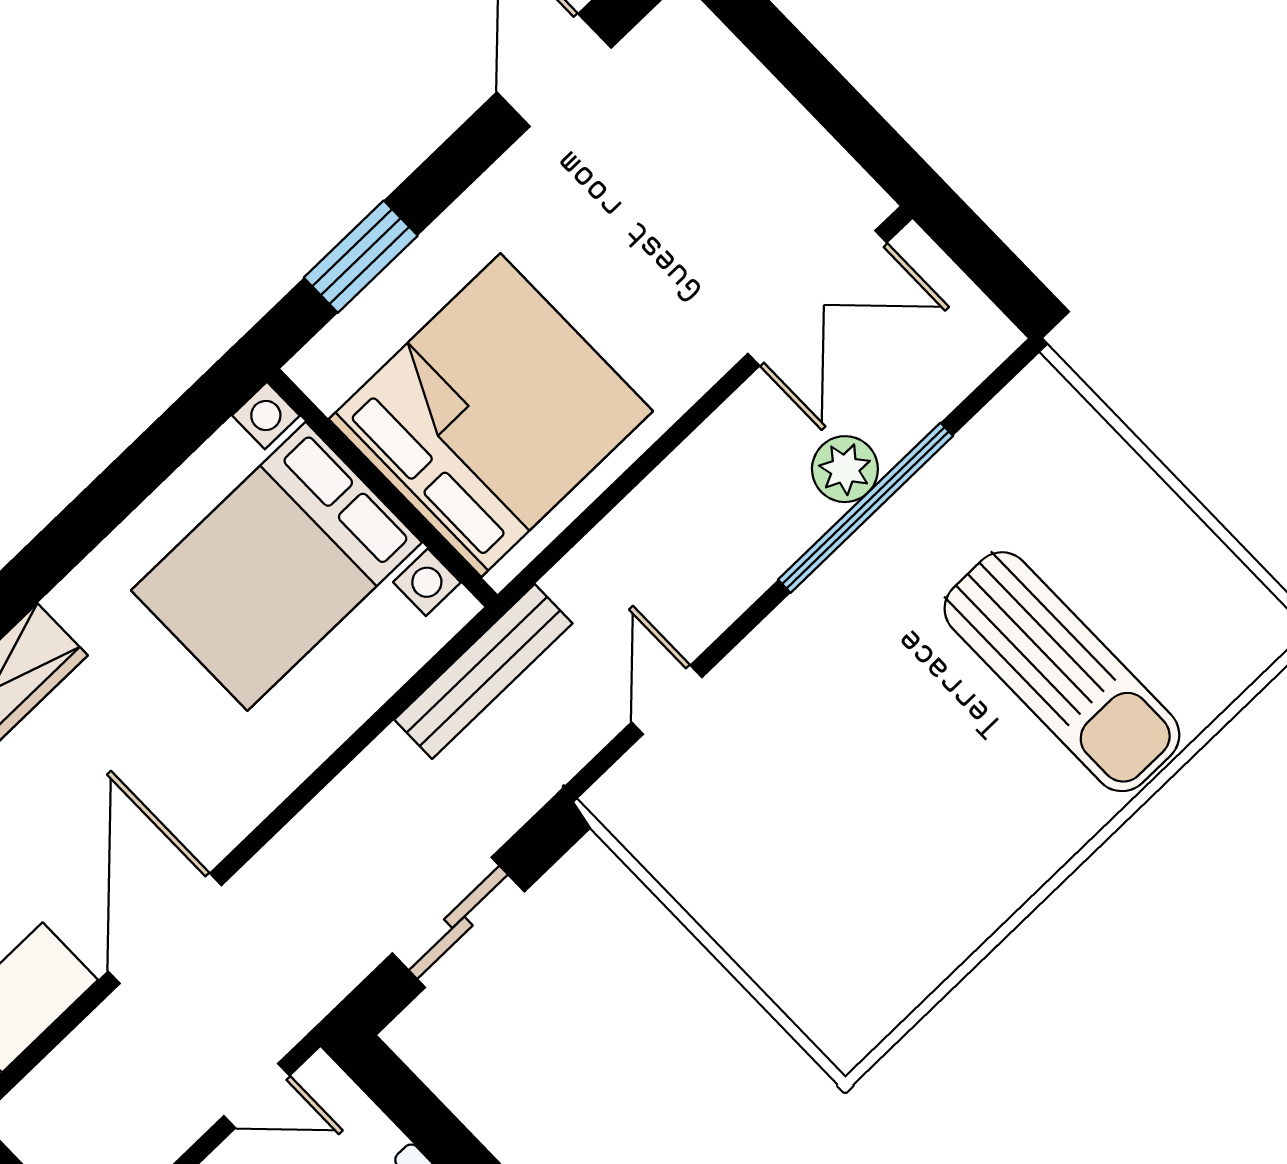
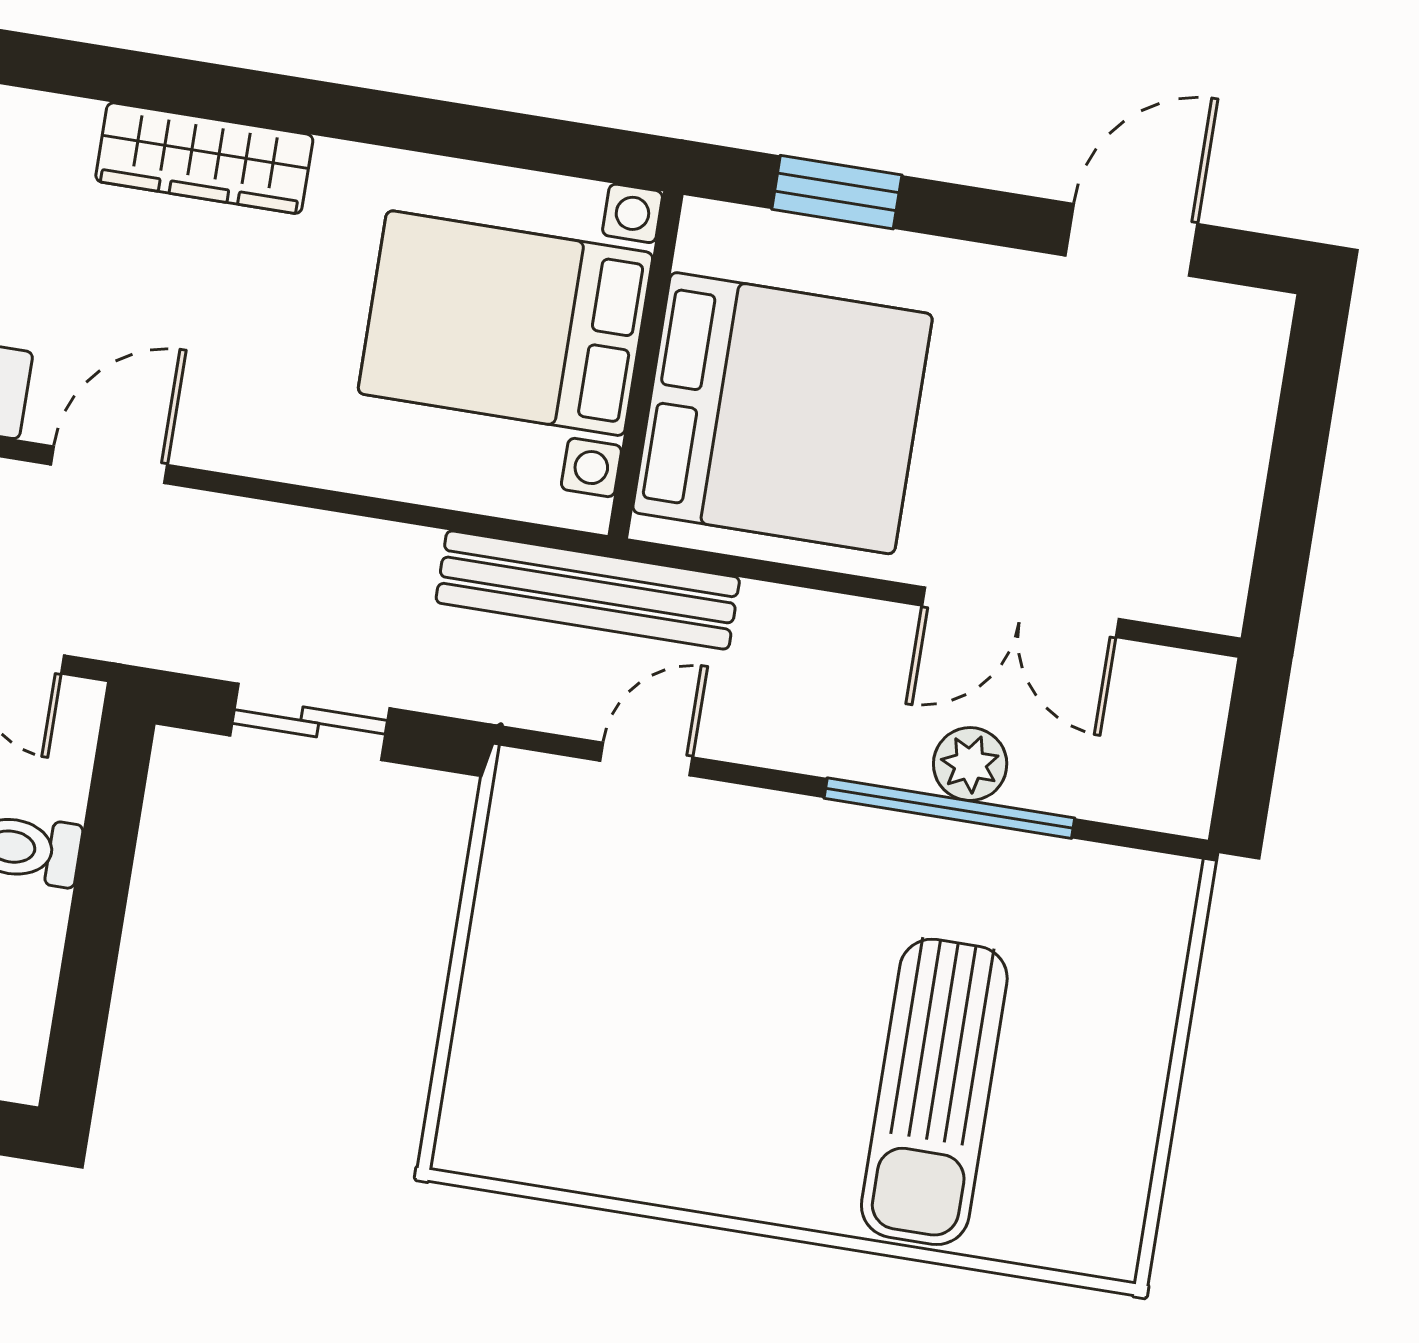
double door: (817, 298) -> (1020, 612), moved
bench: (483, 672) -> (588, 590), width x1.37, depth x1.21
door: (165, 928) -> (109, 465), width x0.73

